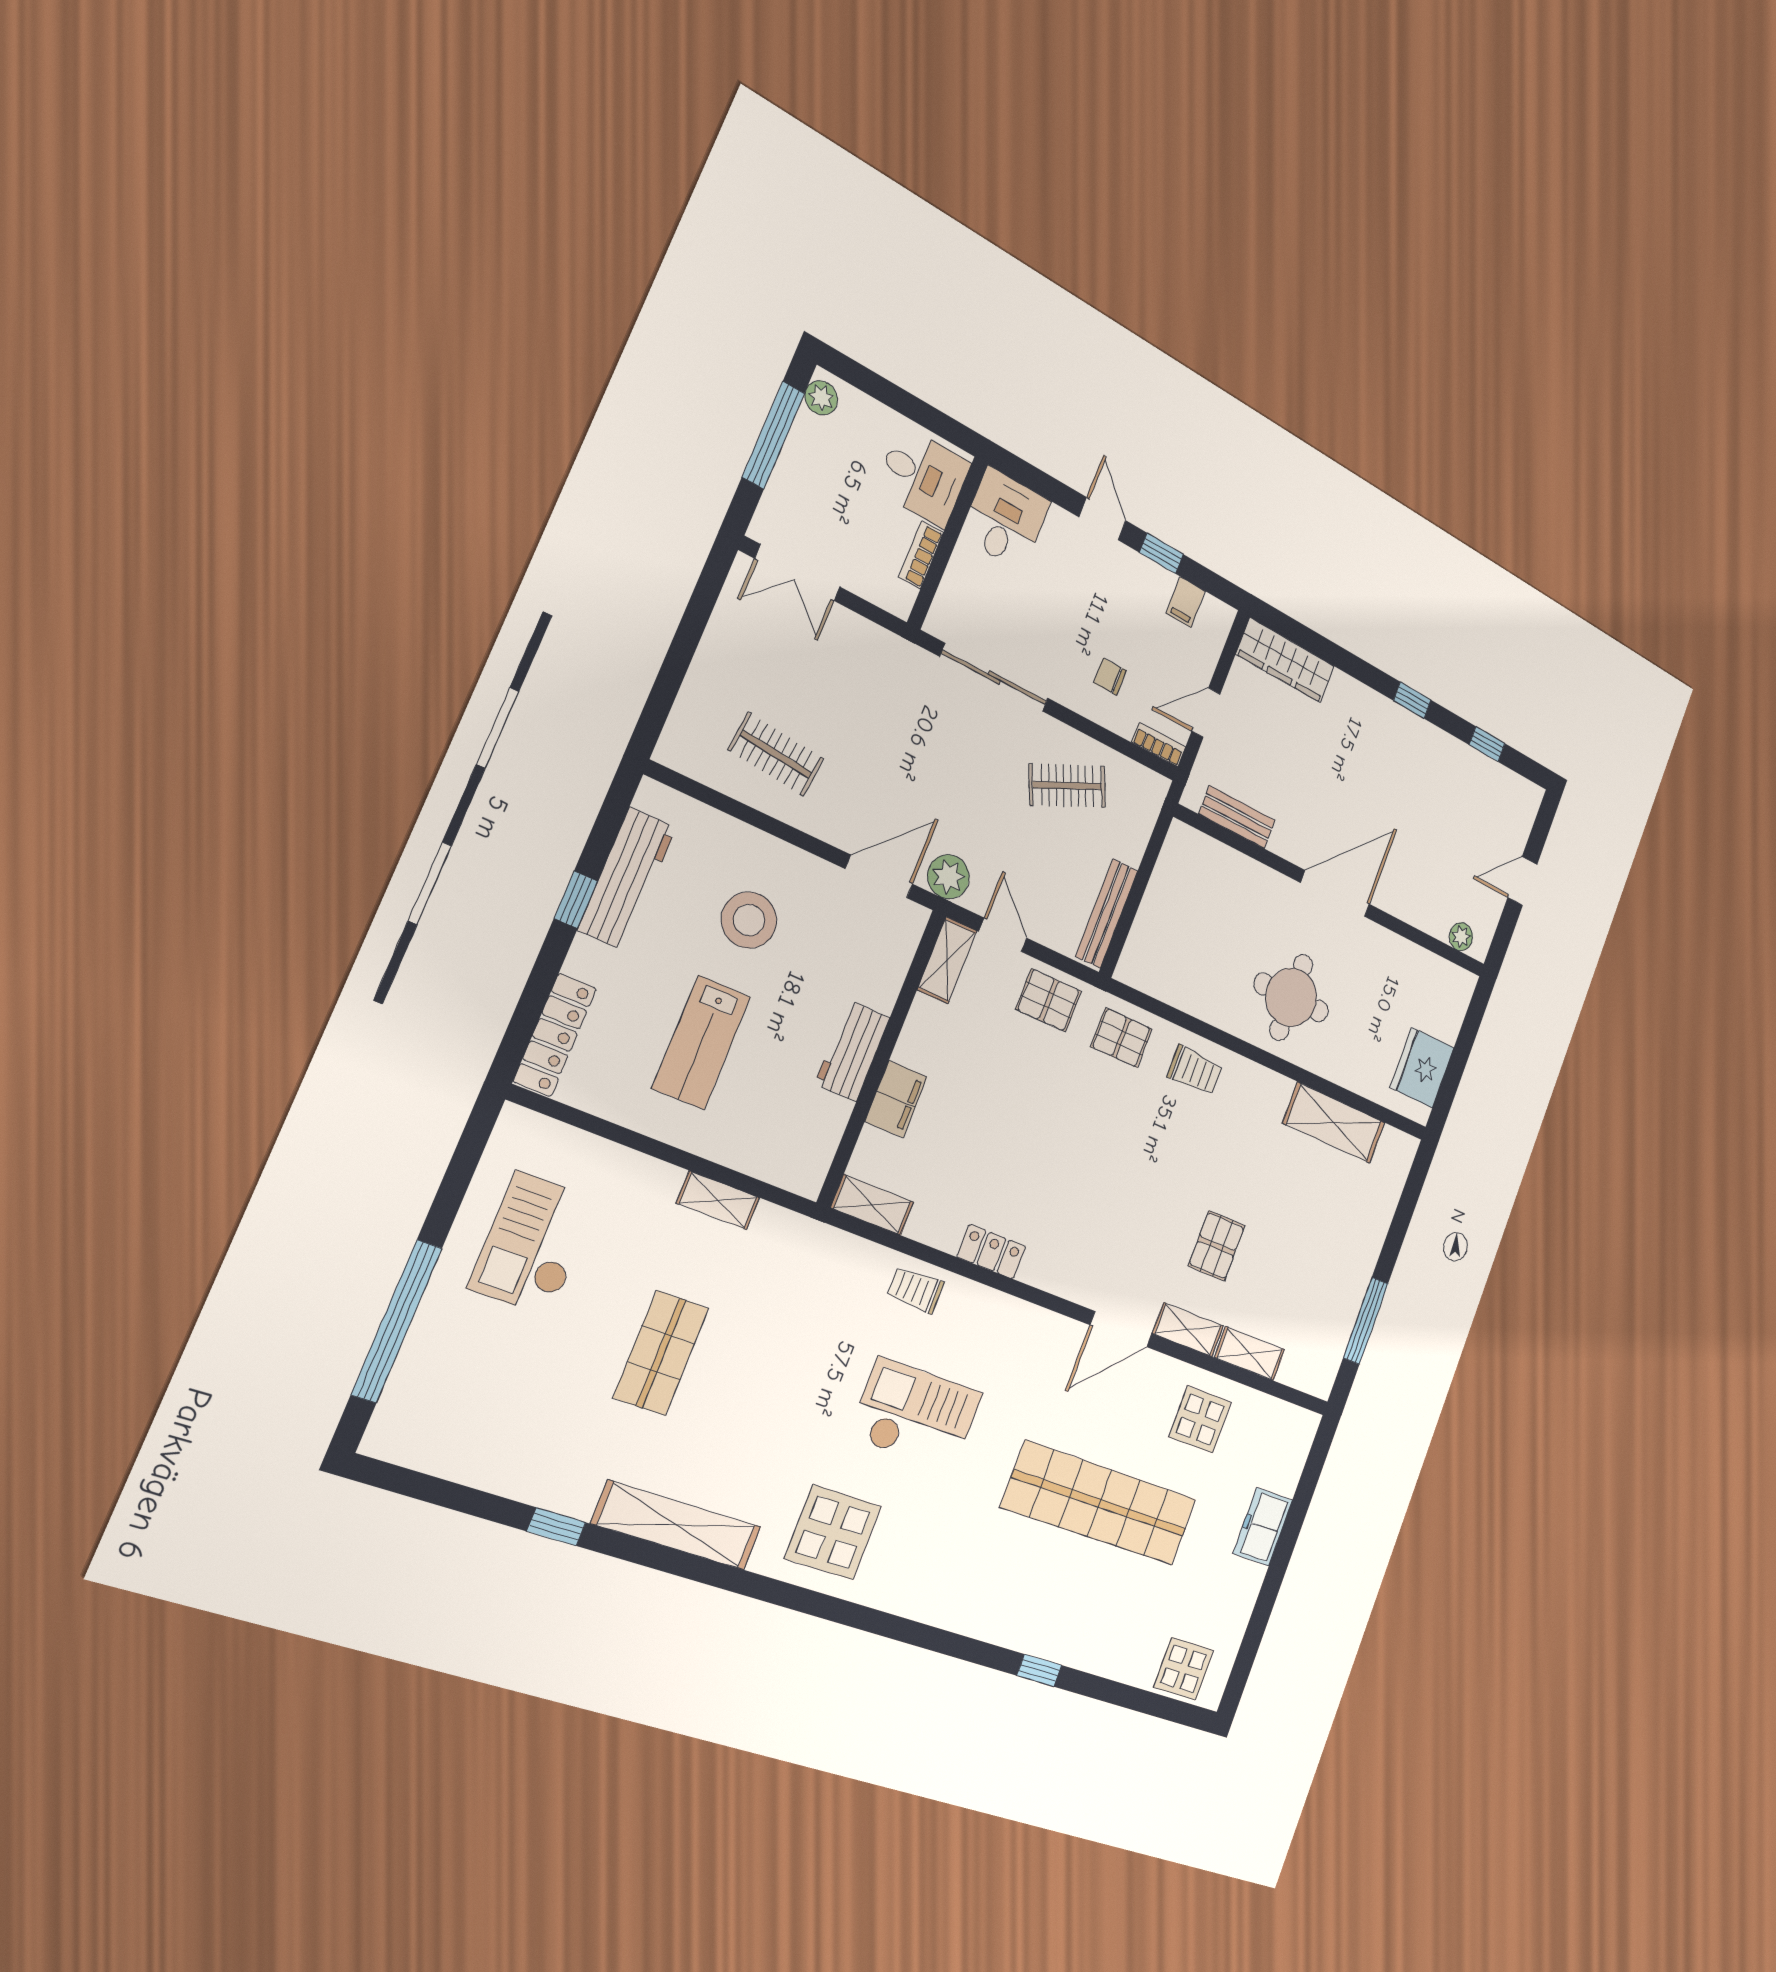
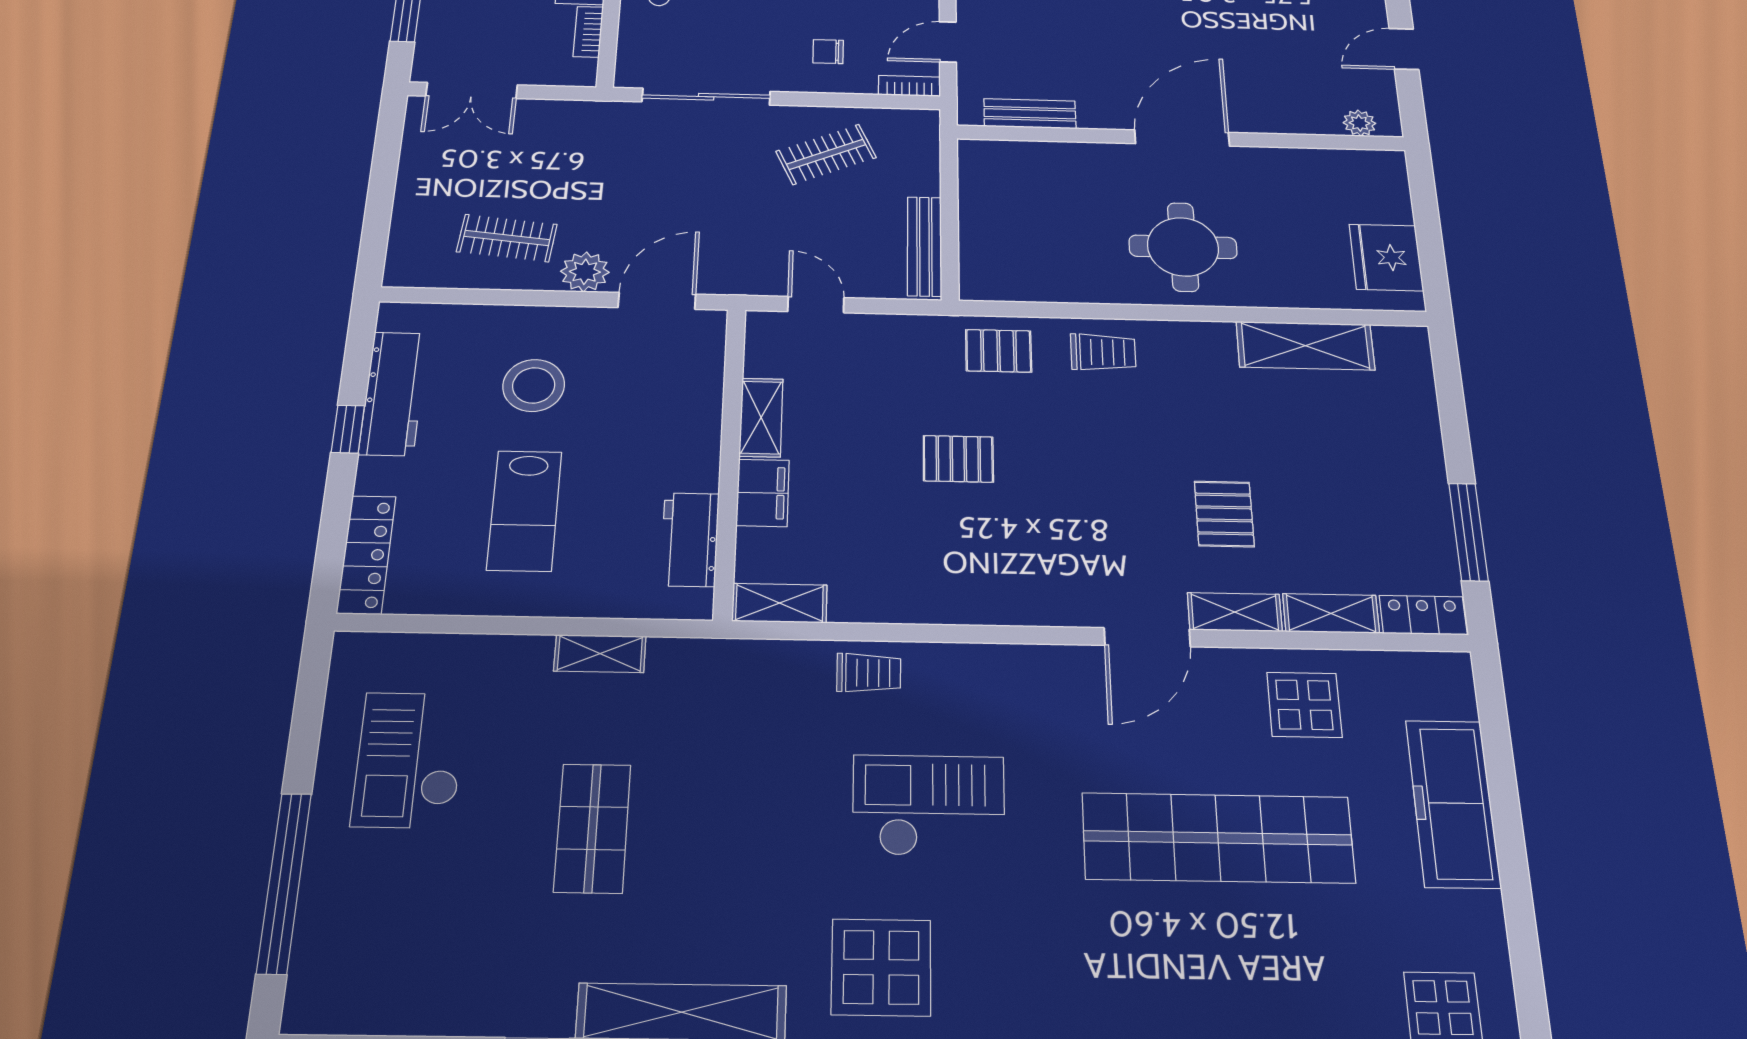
plant: (948, 877) -> (585, 272), moved
shelving: (947, 960) -> (761, 417), moved
pallet: (1049, 1000) -> (958, 459), moved
workbench: (852, 1051) -> (690, 539), moved
locker: (991, 1252) -> (1423, 615), moved
trolley: (915, 1290) -> (869, 673), turned 180
freezer: (1263, 1527) -> (1453, 803), width x1.91, depth x1.26

